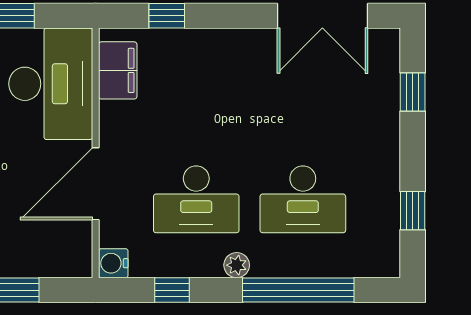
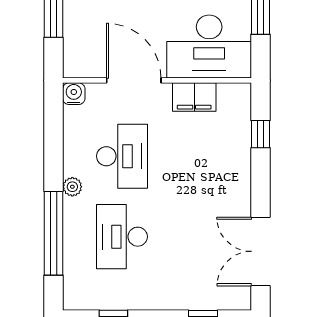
filing cabinet: (118, 70) -> (194, 97), moved
desk: (196, 199) -> (122, 156), turned 180
window: (172, 290) -> (54, 138), removed

